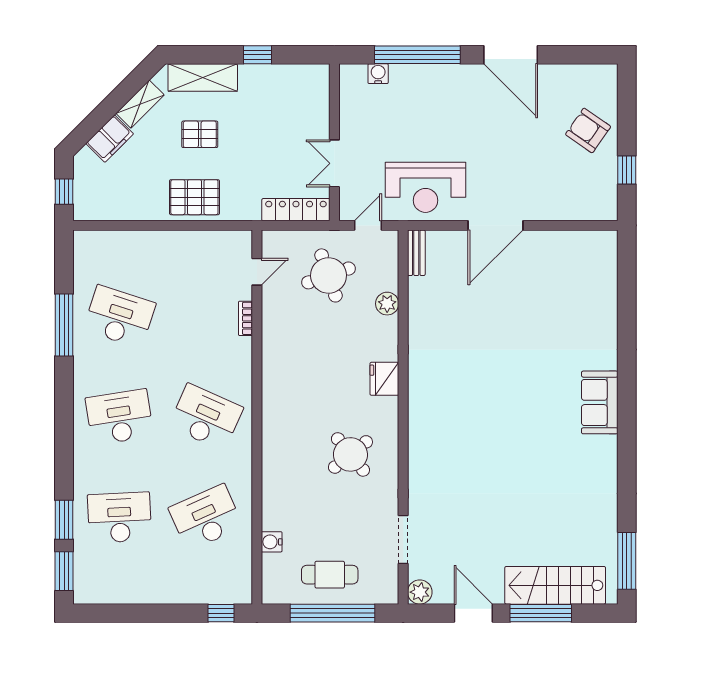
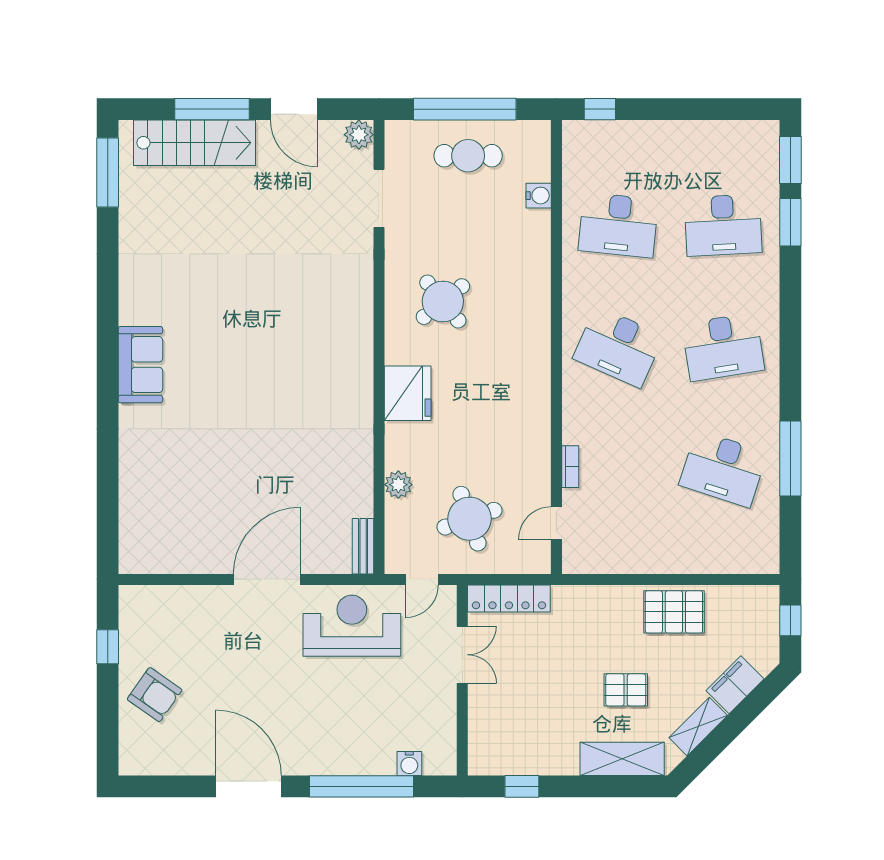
window: (258, 55) -> (522, 786), moved
pallet: (194, 197) -> (674, 612), moved
fridge: (384, 379) -> (408, 393), width x1.36, depth x1.34
desk: (206, 517) -> (618, 225), turned 30

